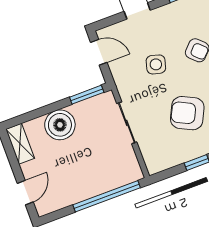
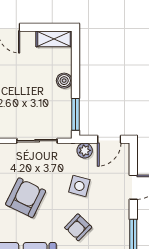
plant: (119, 72) -> (85, 150), added
boiler: (60, 125) -> (64, 81), width x0.54, depth x0.54

